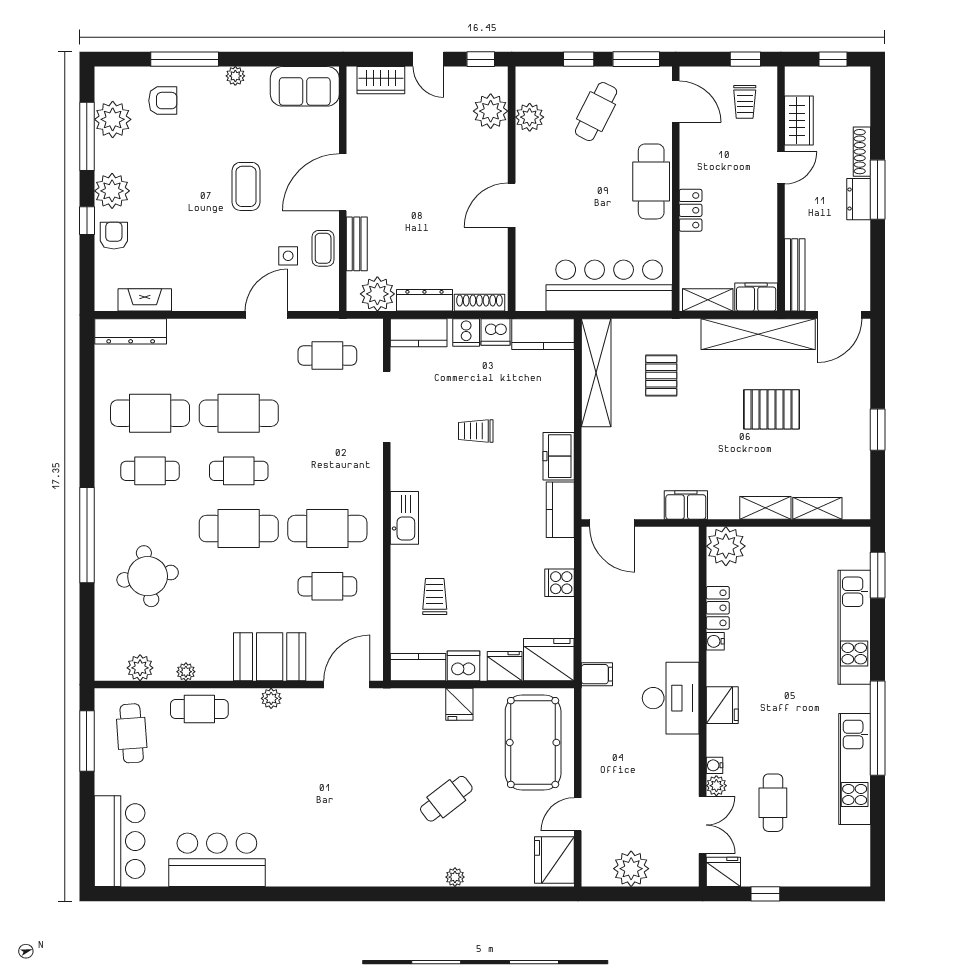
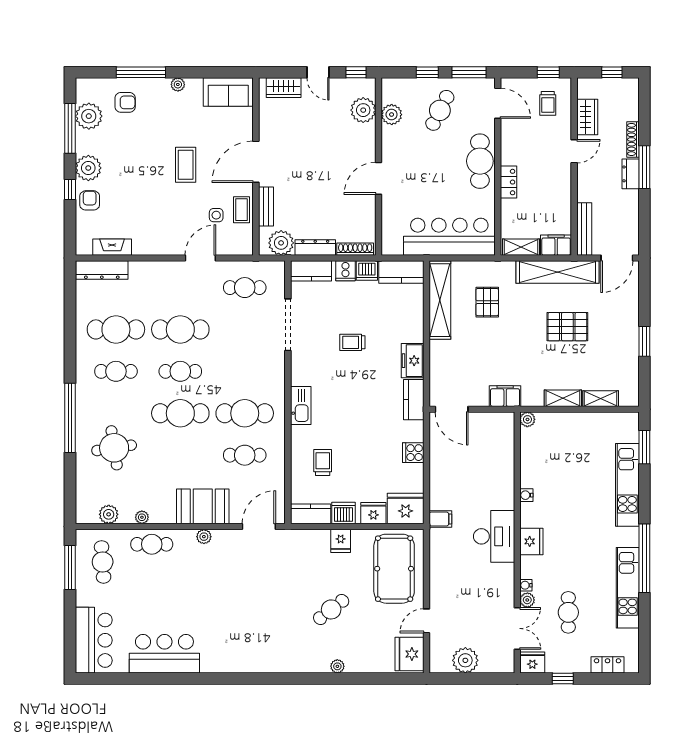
plant: (726, 546) -> (527, 419), width x0.53, depth x0.53
locker: (718, 608) -> (608, 665), moved, turned -90

